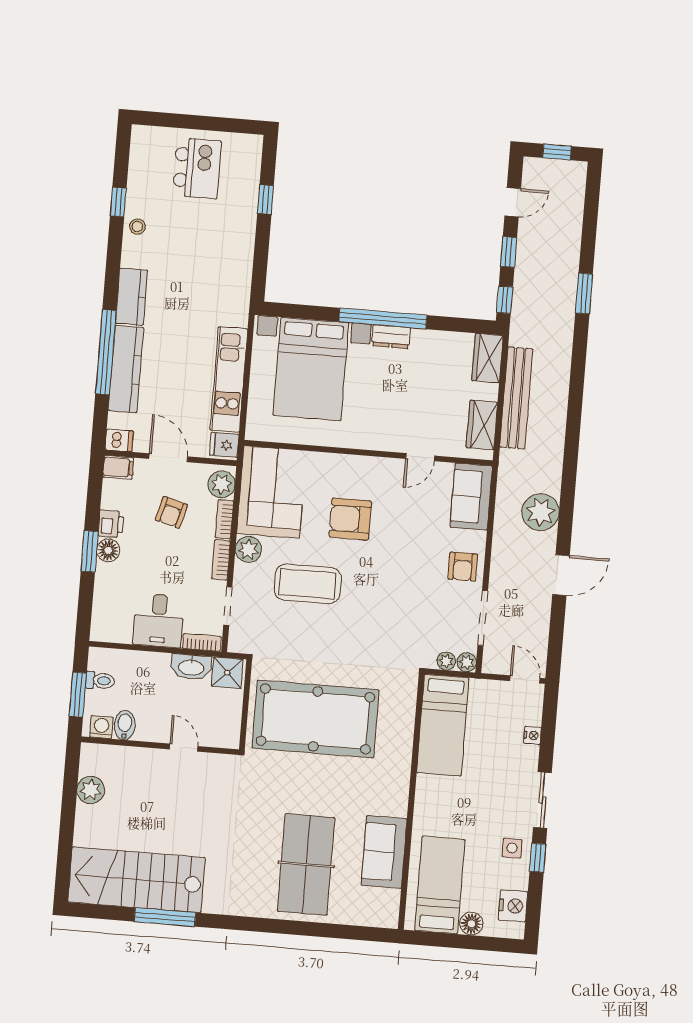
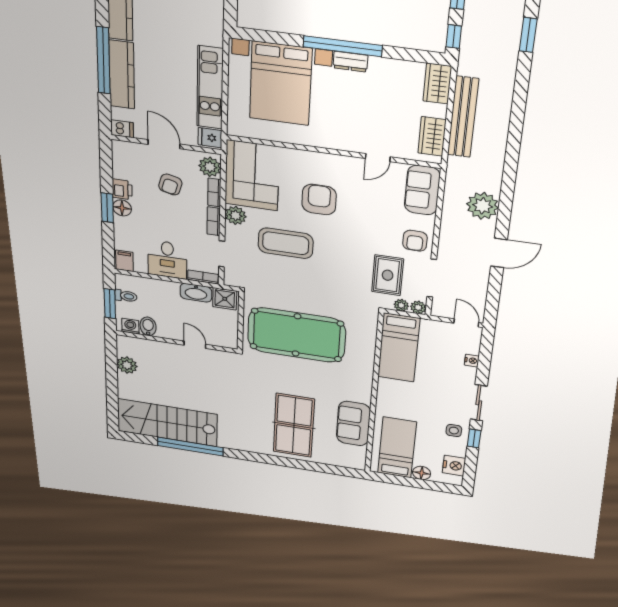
filing cabinet: (118, 467) -> (124, 261), moved, turned -90
armchair: (350, 519) -> (319, 200), turned 90
rug: (430, 619) -> (388, 275), added
window: (165, 917) -> (190, 447), width x1.46

